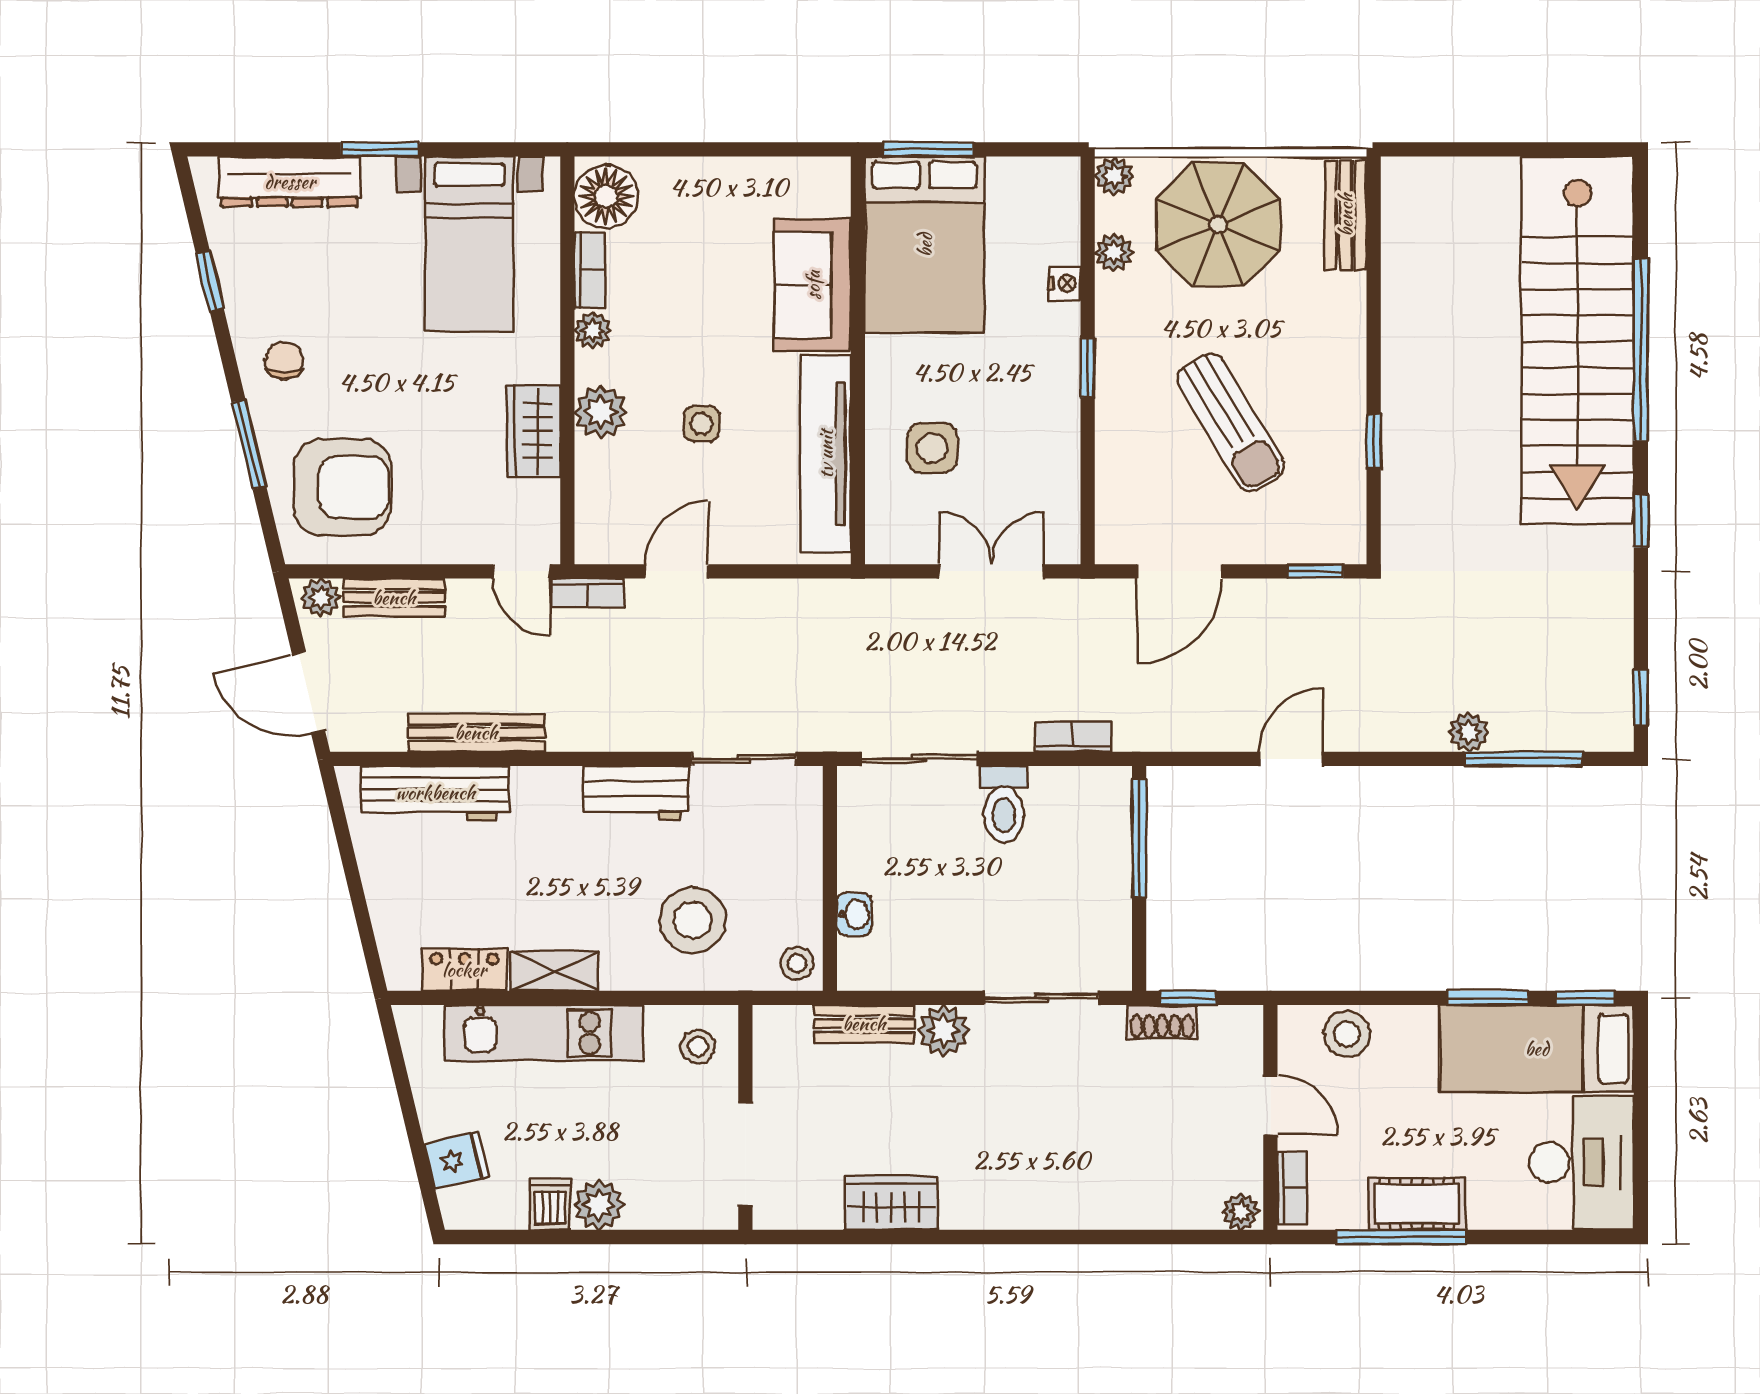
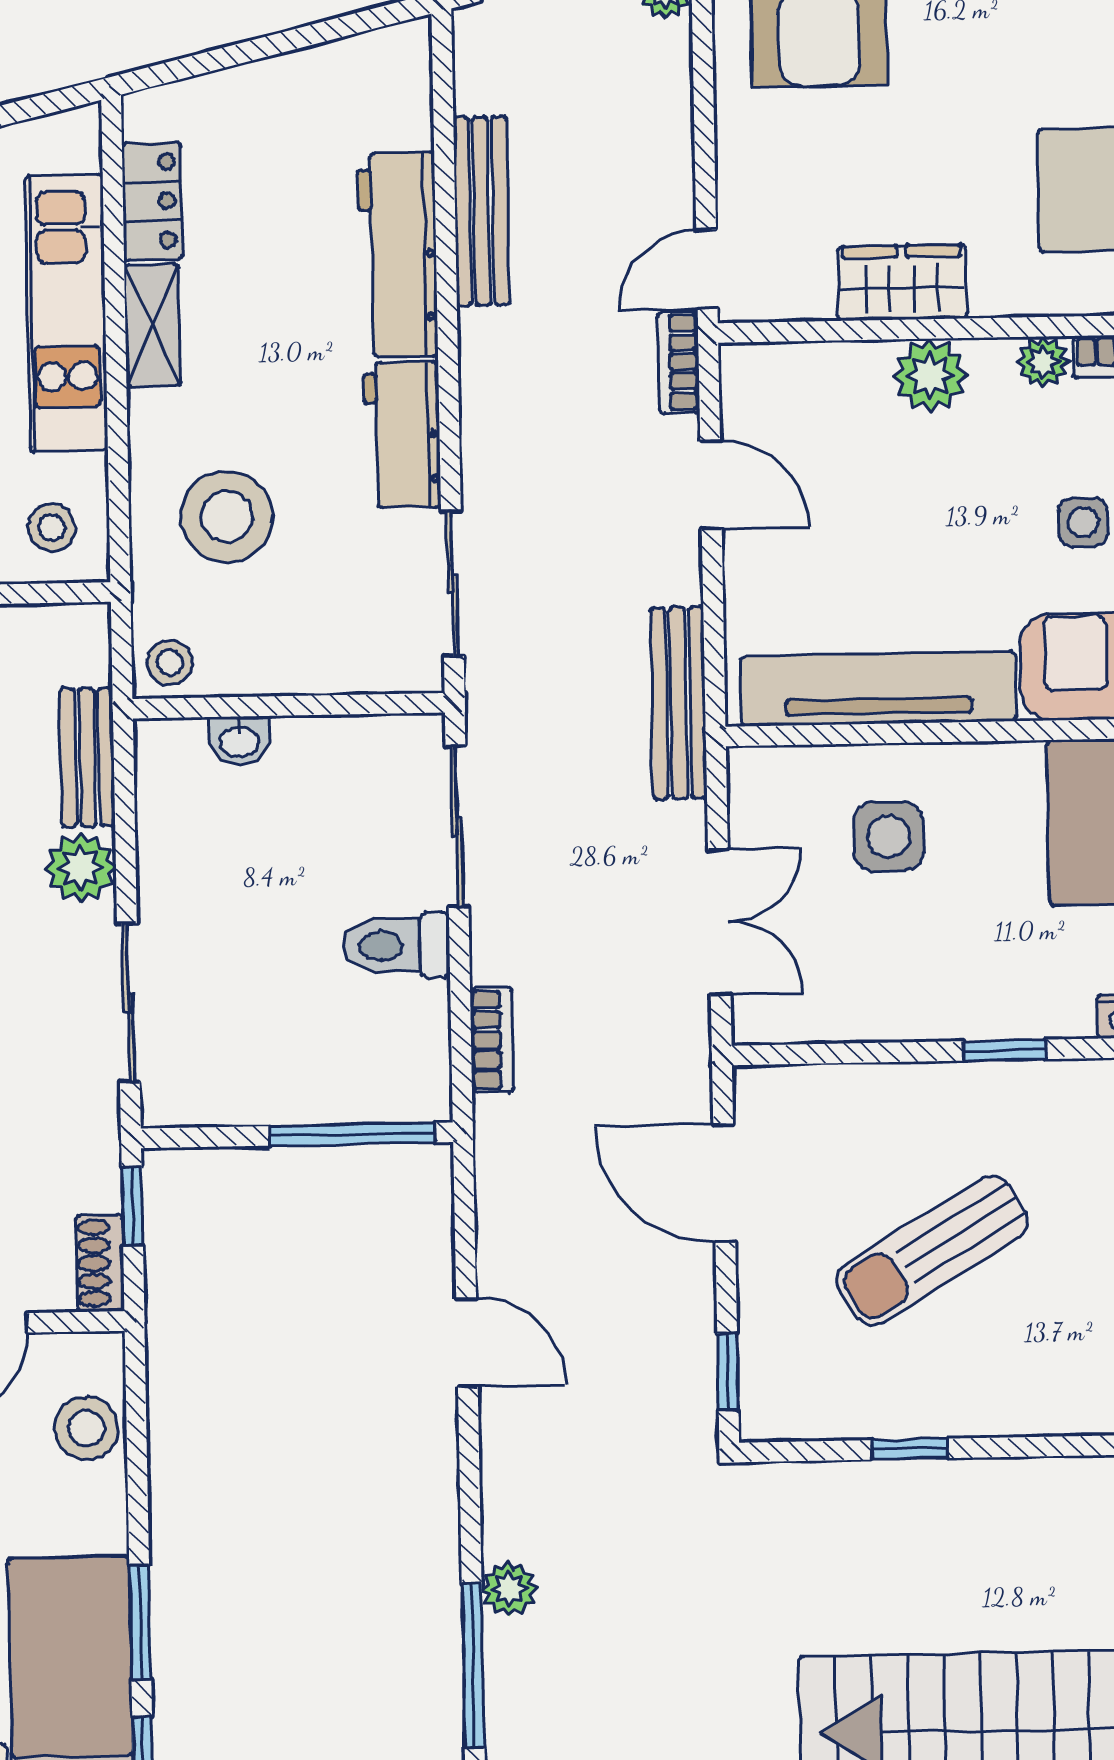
side table: (701, 424) -> (1083, 522), moved
bench: (394, 598) -> (678, 703), moved, width x1.36
workbench: (435, 793) -> (398, 255), moved
shoe rack: (1162, 1022) -> (100, 1263), moved

